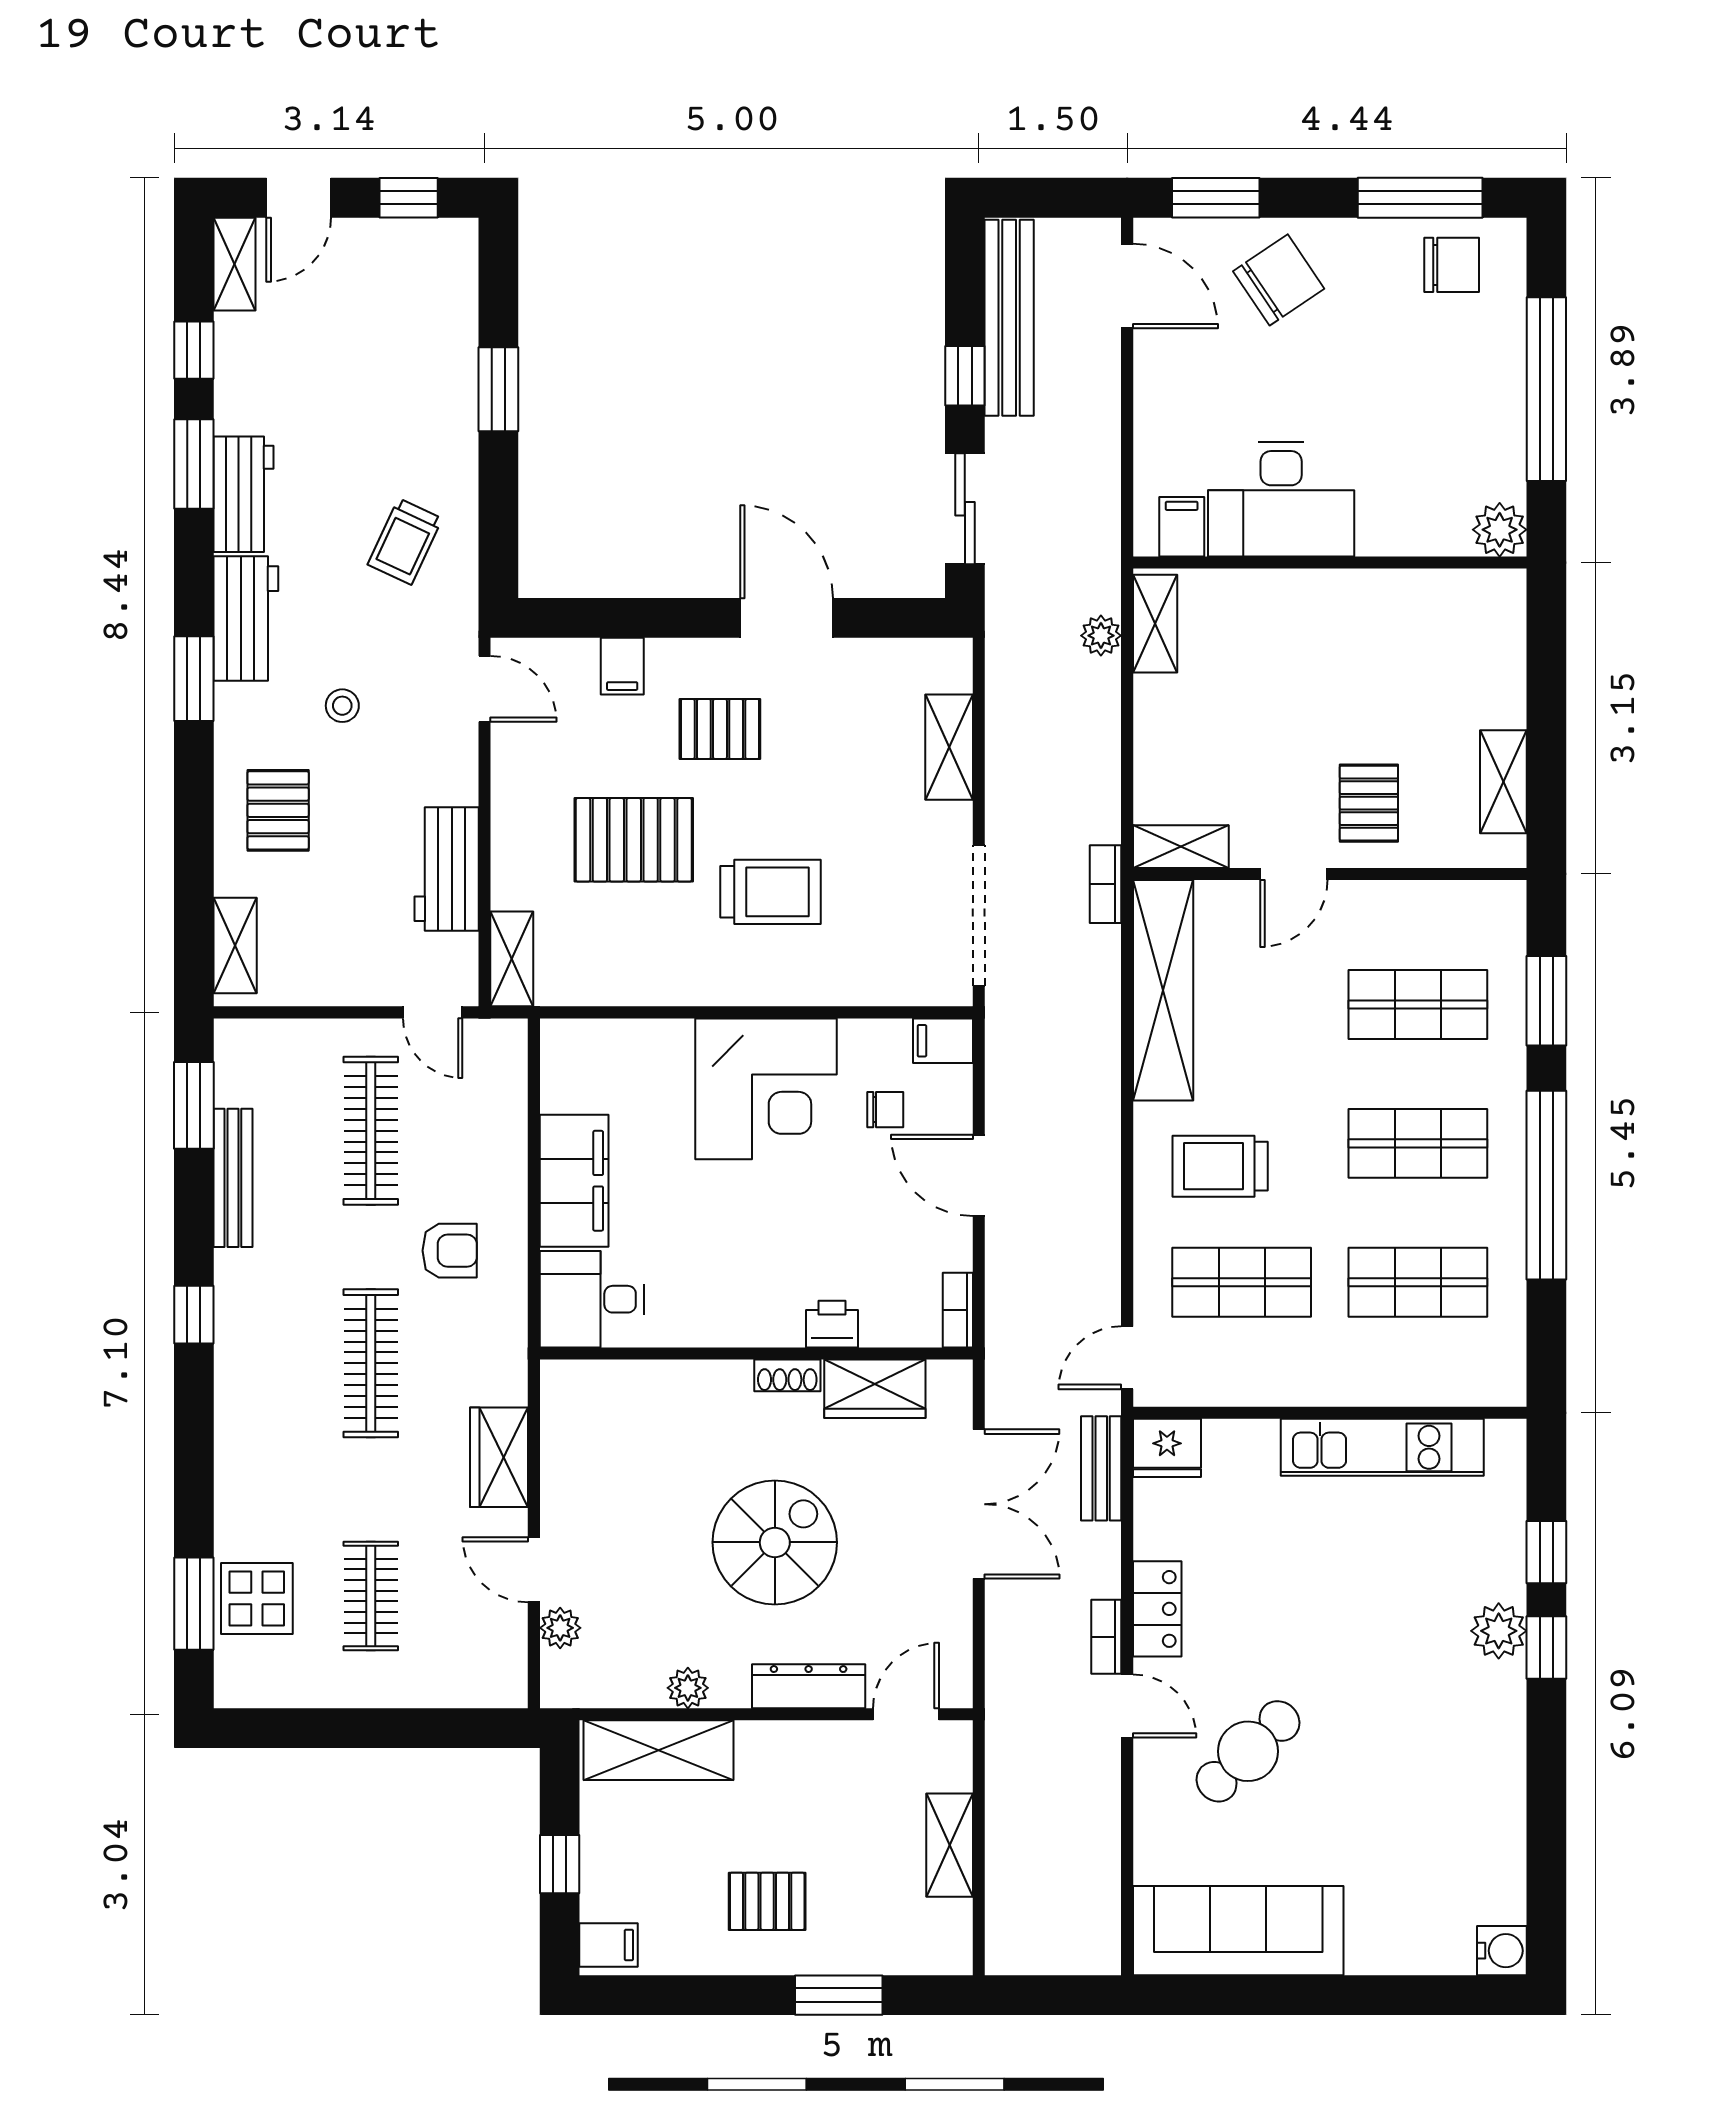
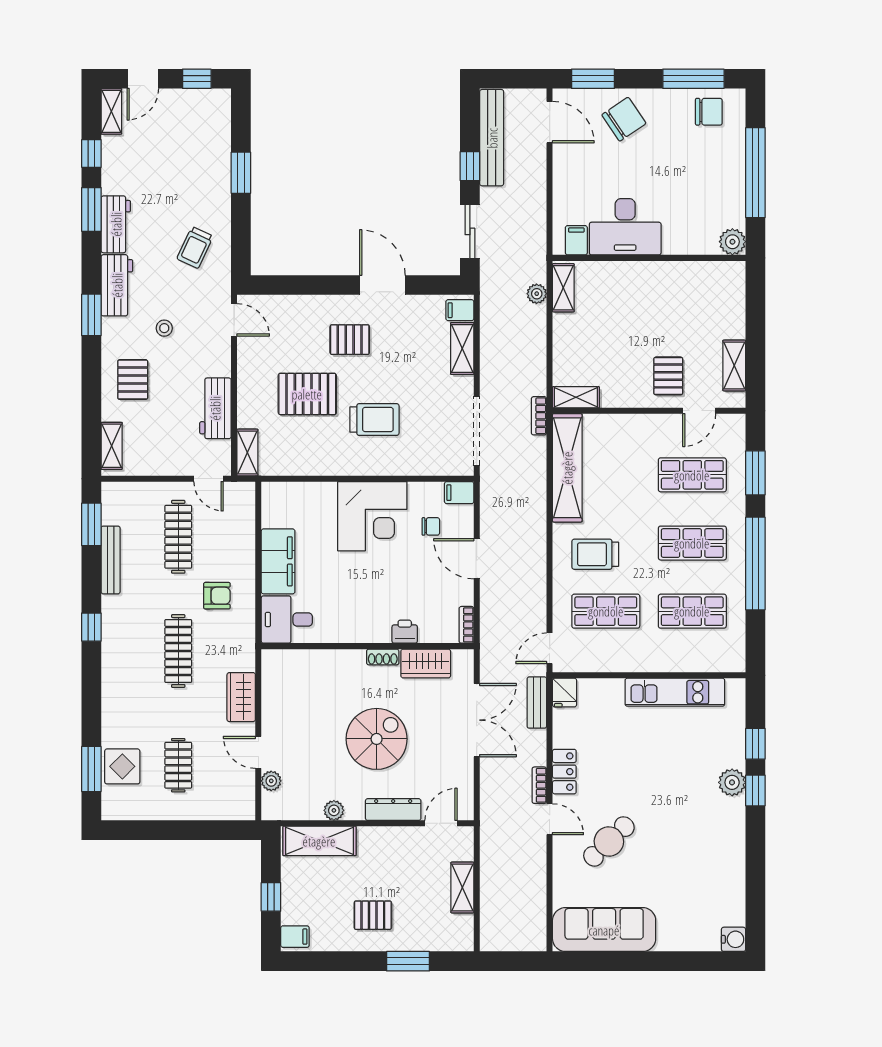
filing cabinet: (622, 666) -> (460, 310), moved, turned 90
door: (1294, 874) -> (699, 411), moved
fridge: (1167, 1448) -> (564, 693), width x0.72

